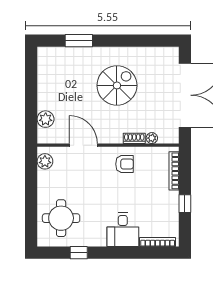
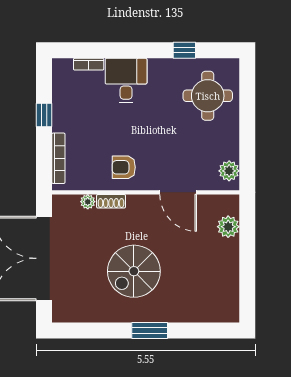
window: (79, 41) -> (150, 330), moved
bookcase: (158, 242) -> (89, 64), width x0.64

